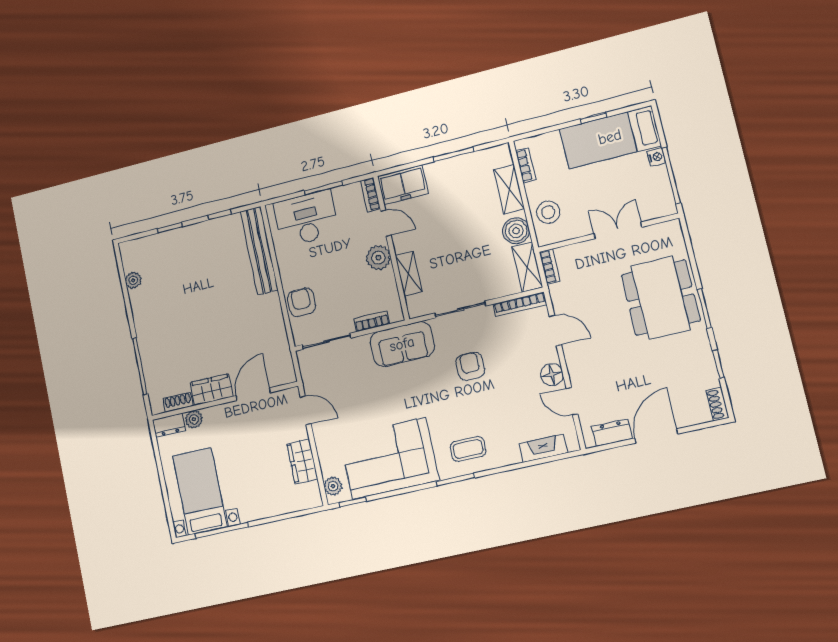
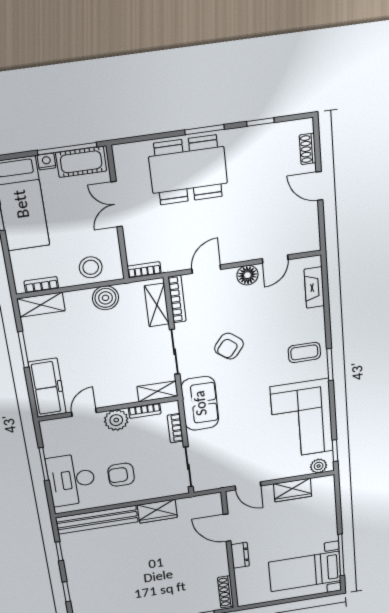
freezer: (403, 185) -> (47, 388), width x1.40
shelving: (509, 189) -> (41, 305), moved
cot: (659, 191) -> (81, 162), added
bookcase: (370, 195) -> (145, 411), moved
shelving: (527, 267) -> (157, 305), moved, turned 90
shelving: (409, 274) -> (157, 391), moved
armchair: (301, 302) -> (121, 475), moved
armchair: (470, 366) -> (229, 346), turned -52
wardrobe: (212, 390) -> (157, 511), moved, turned -90
shoe rack: (178, 402) -> (226, 592), width x1.43
shoe rack: (718, 404) -> (308, 149), moved, turned 90
door: (306, 410) -> (248, 486), swing flipped
plant: (194, 419) -> (242, 575), removed
dresser: (169, 425) -> (240, 555), moved
dresser: (612, 433) -> (310, 226), removed
door: (656, 436) -> (319, 186), width x0.73
coffee table: (468, 449) -> (304, 352), turned 90

